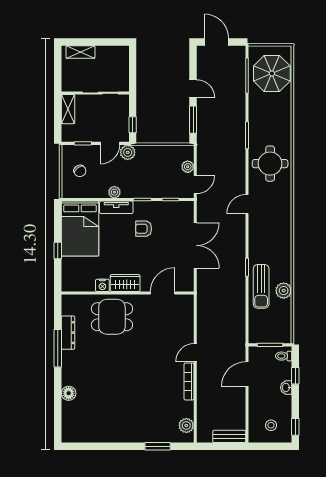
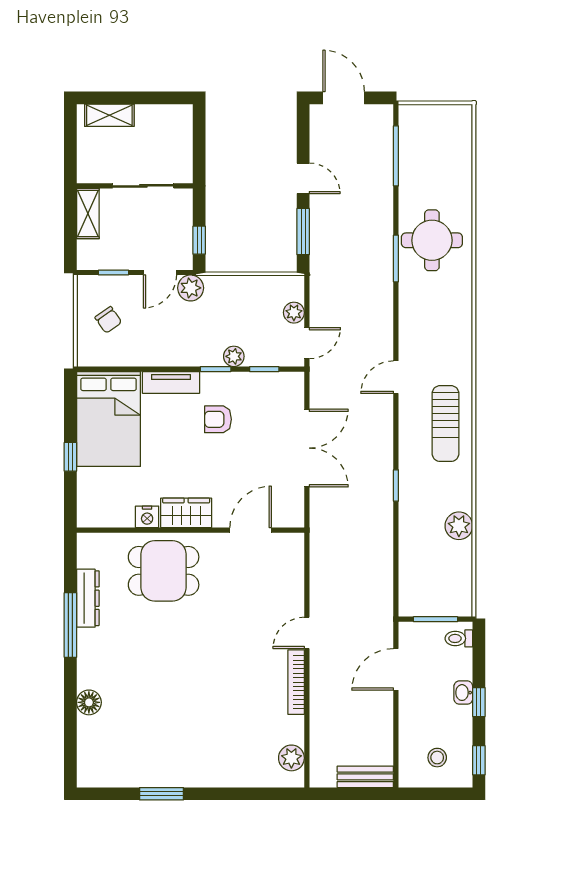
parasol: (272, 73) -> (439, 152), removed
round table: (270, 164) -> (432, 240), moved
plant: (114, 192) -> (234, 356), moved
sun lounger: (261, 286) -> (445, 424), moved
window: (295, 376) -> (479, 702), moved
window: (158, 446) -> (162, 794), moved

